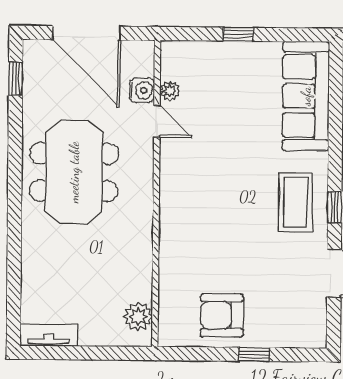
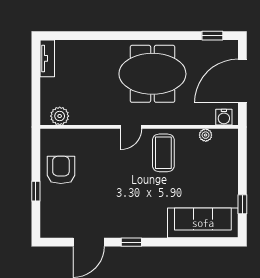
window: (238, 34) -> (242, 204), moved
water cooler: (142, 90) -> (224, 117), moved
door: (157, 121) -> (131, 127), moved
coffee table: (296, 202) -> (163, 153), moved, turned 90

